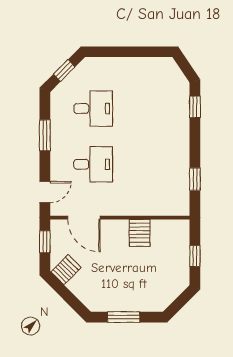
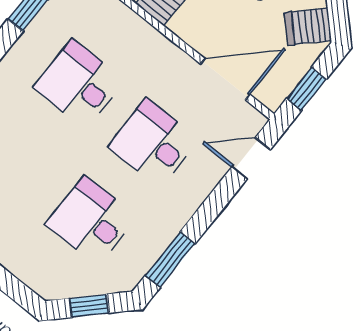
window: (45, 135) -> (170, 260), moved
desk: (147, 164) -> (79, 84), added
door: (84, 218) -> (225, 79), hinge flipped

